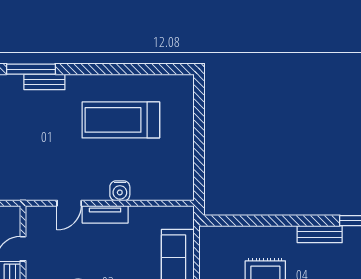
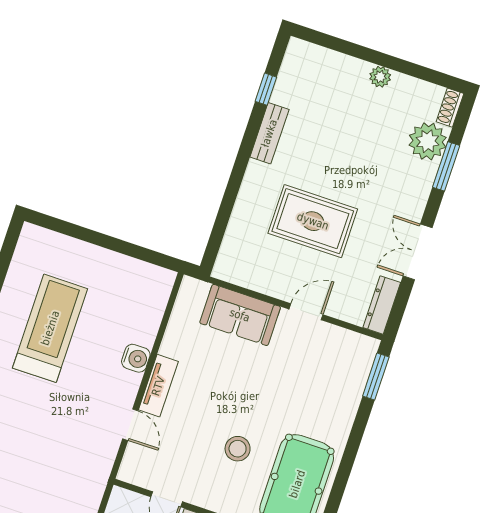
treadmill: (121, 120) -> (50, 328), turned 180

